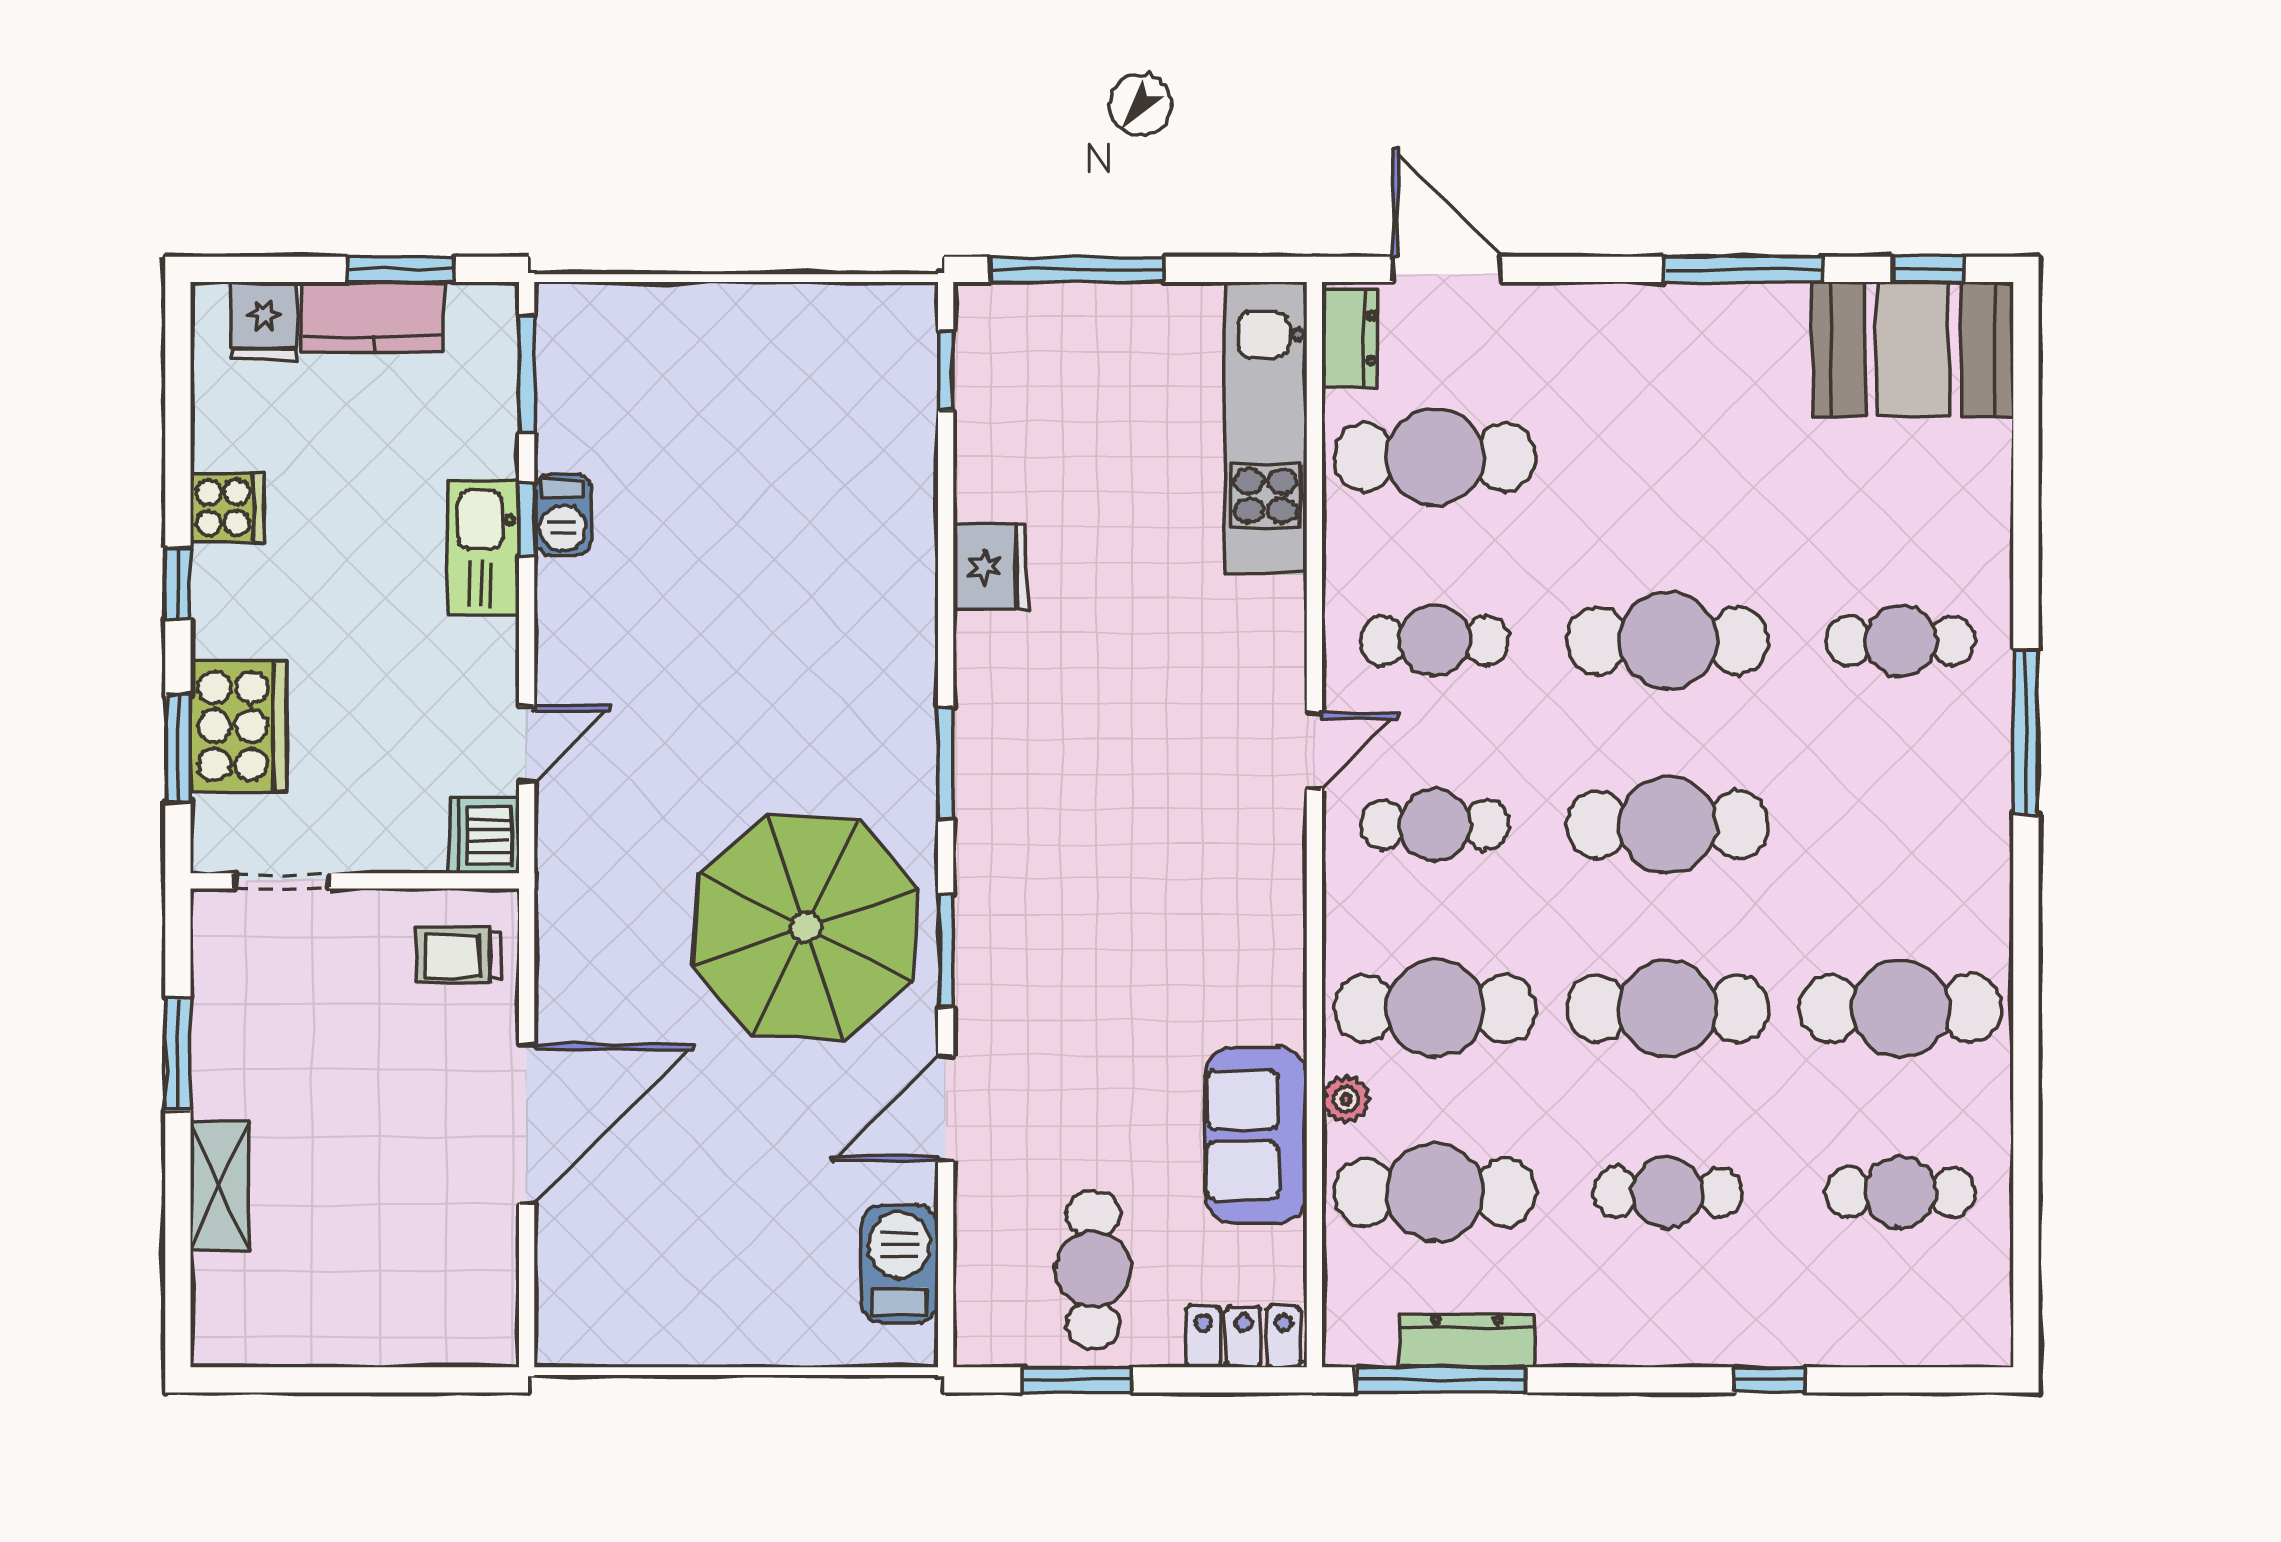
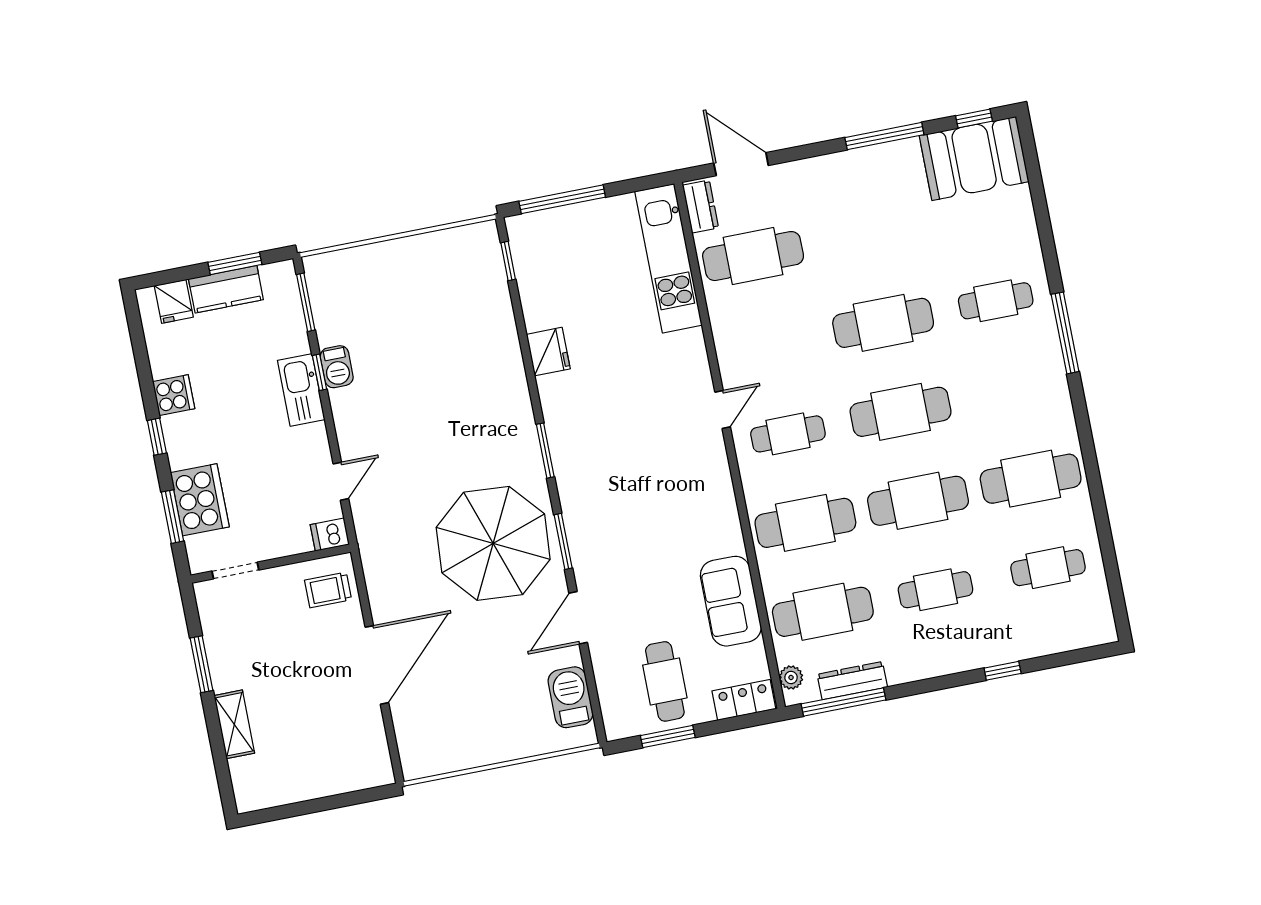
cafe table: (1435, 641) -> (770, 345), removed
dishwasher: (484, 836) -> (330, 535), width x0.73
plant: (1346, 1099) -> (791, 677), moved

